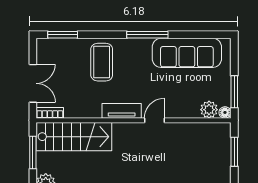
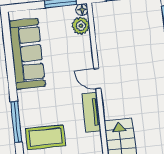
window: (147, 35) -> (16, 122), moved

